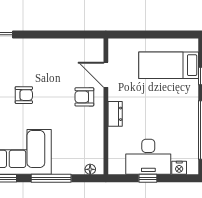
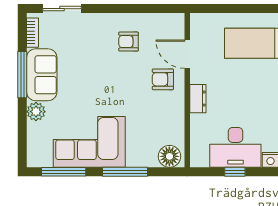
armchair: (24, 95) -> (129, 42), moved, turned 180
floor lamp: (90, 169) -> (169, 156), width x1.89, depth x1.89

